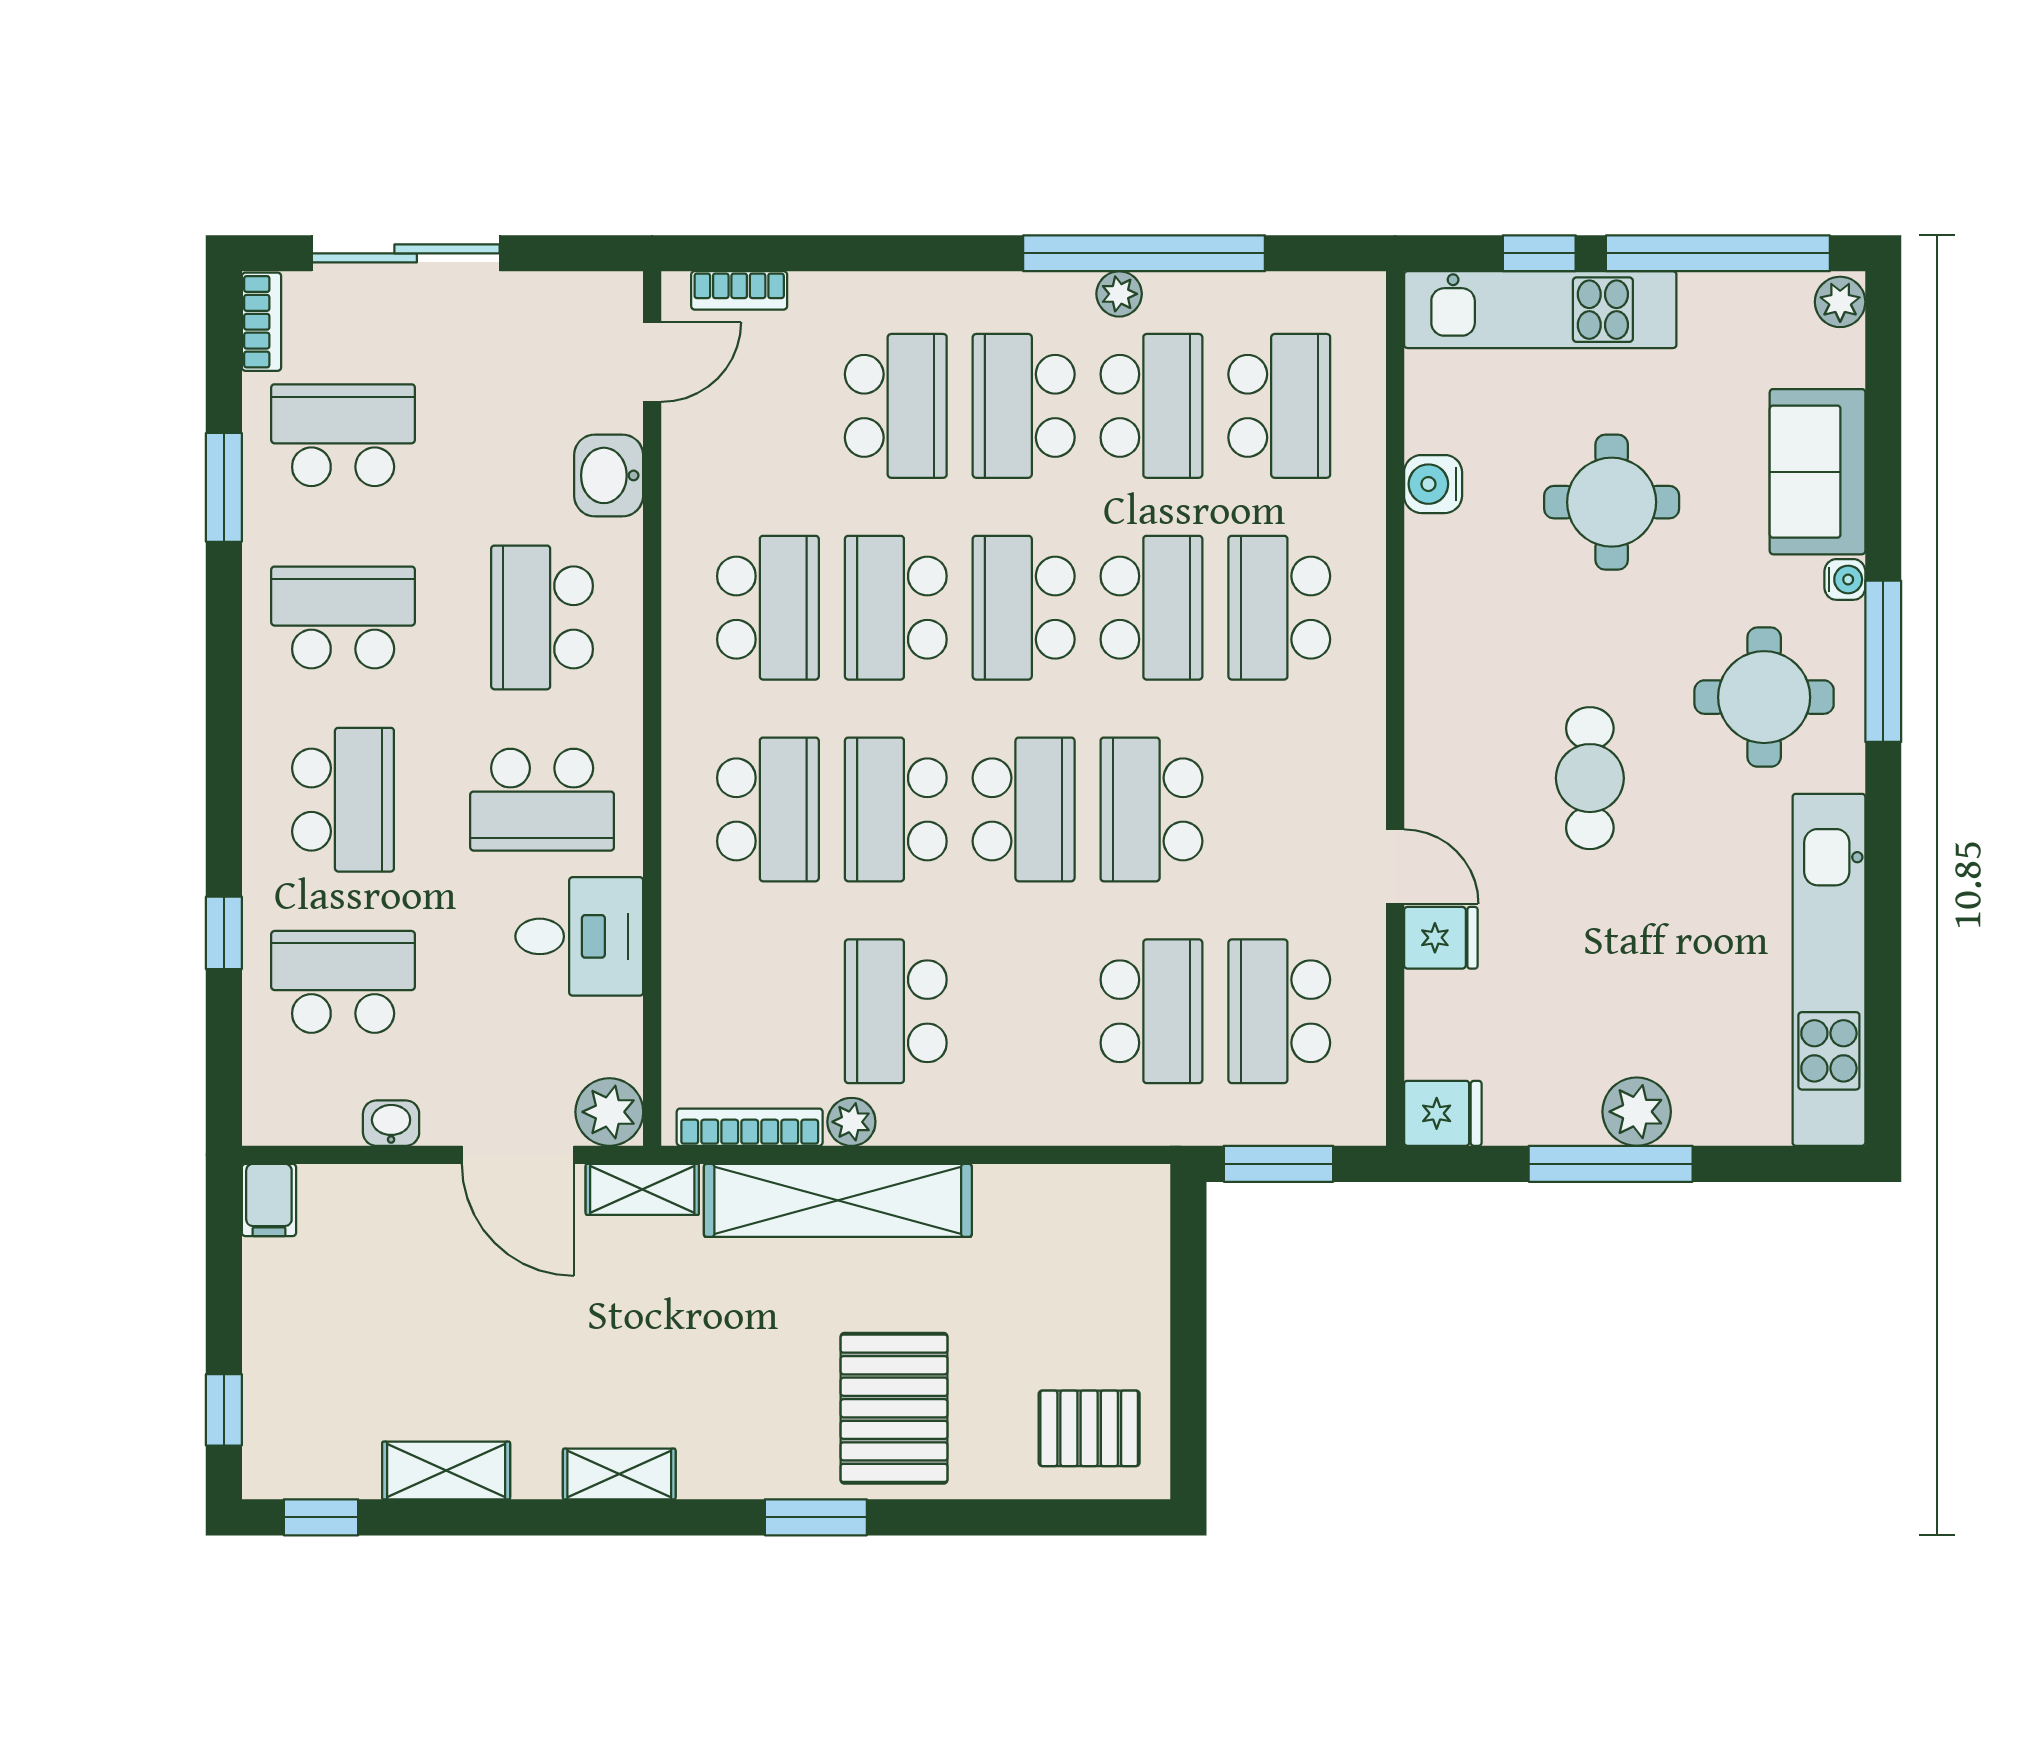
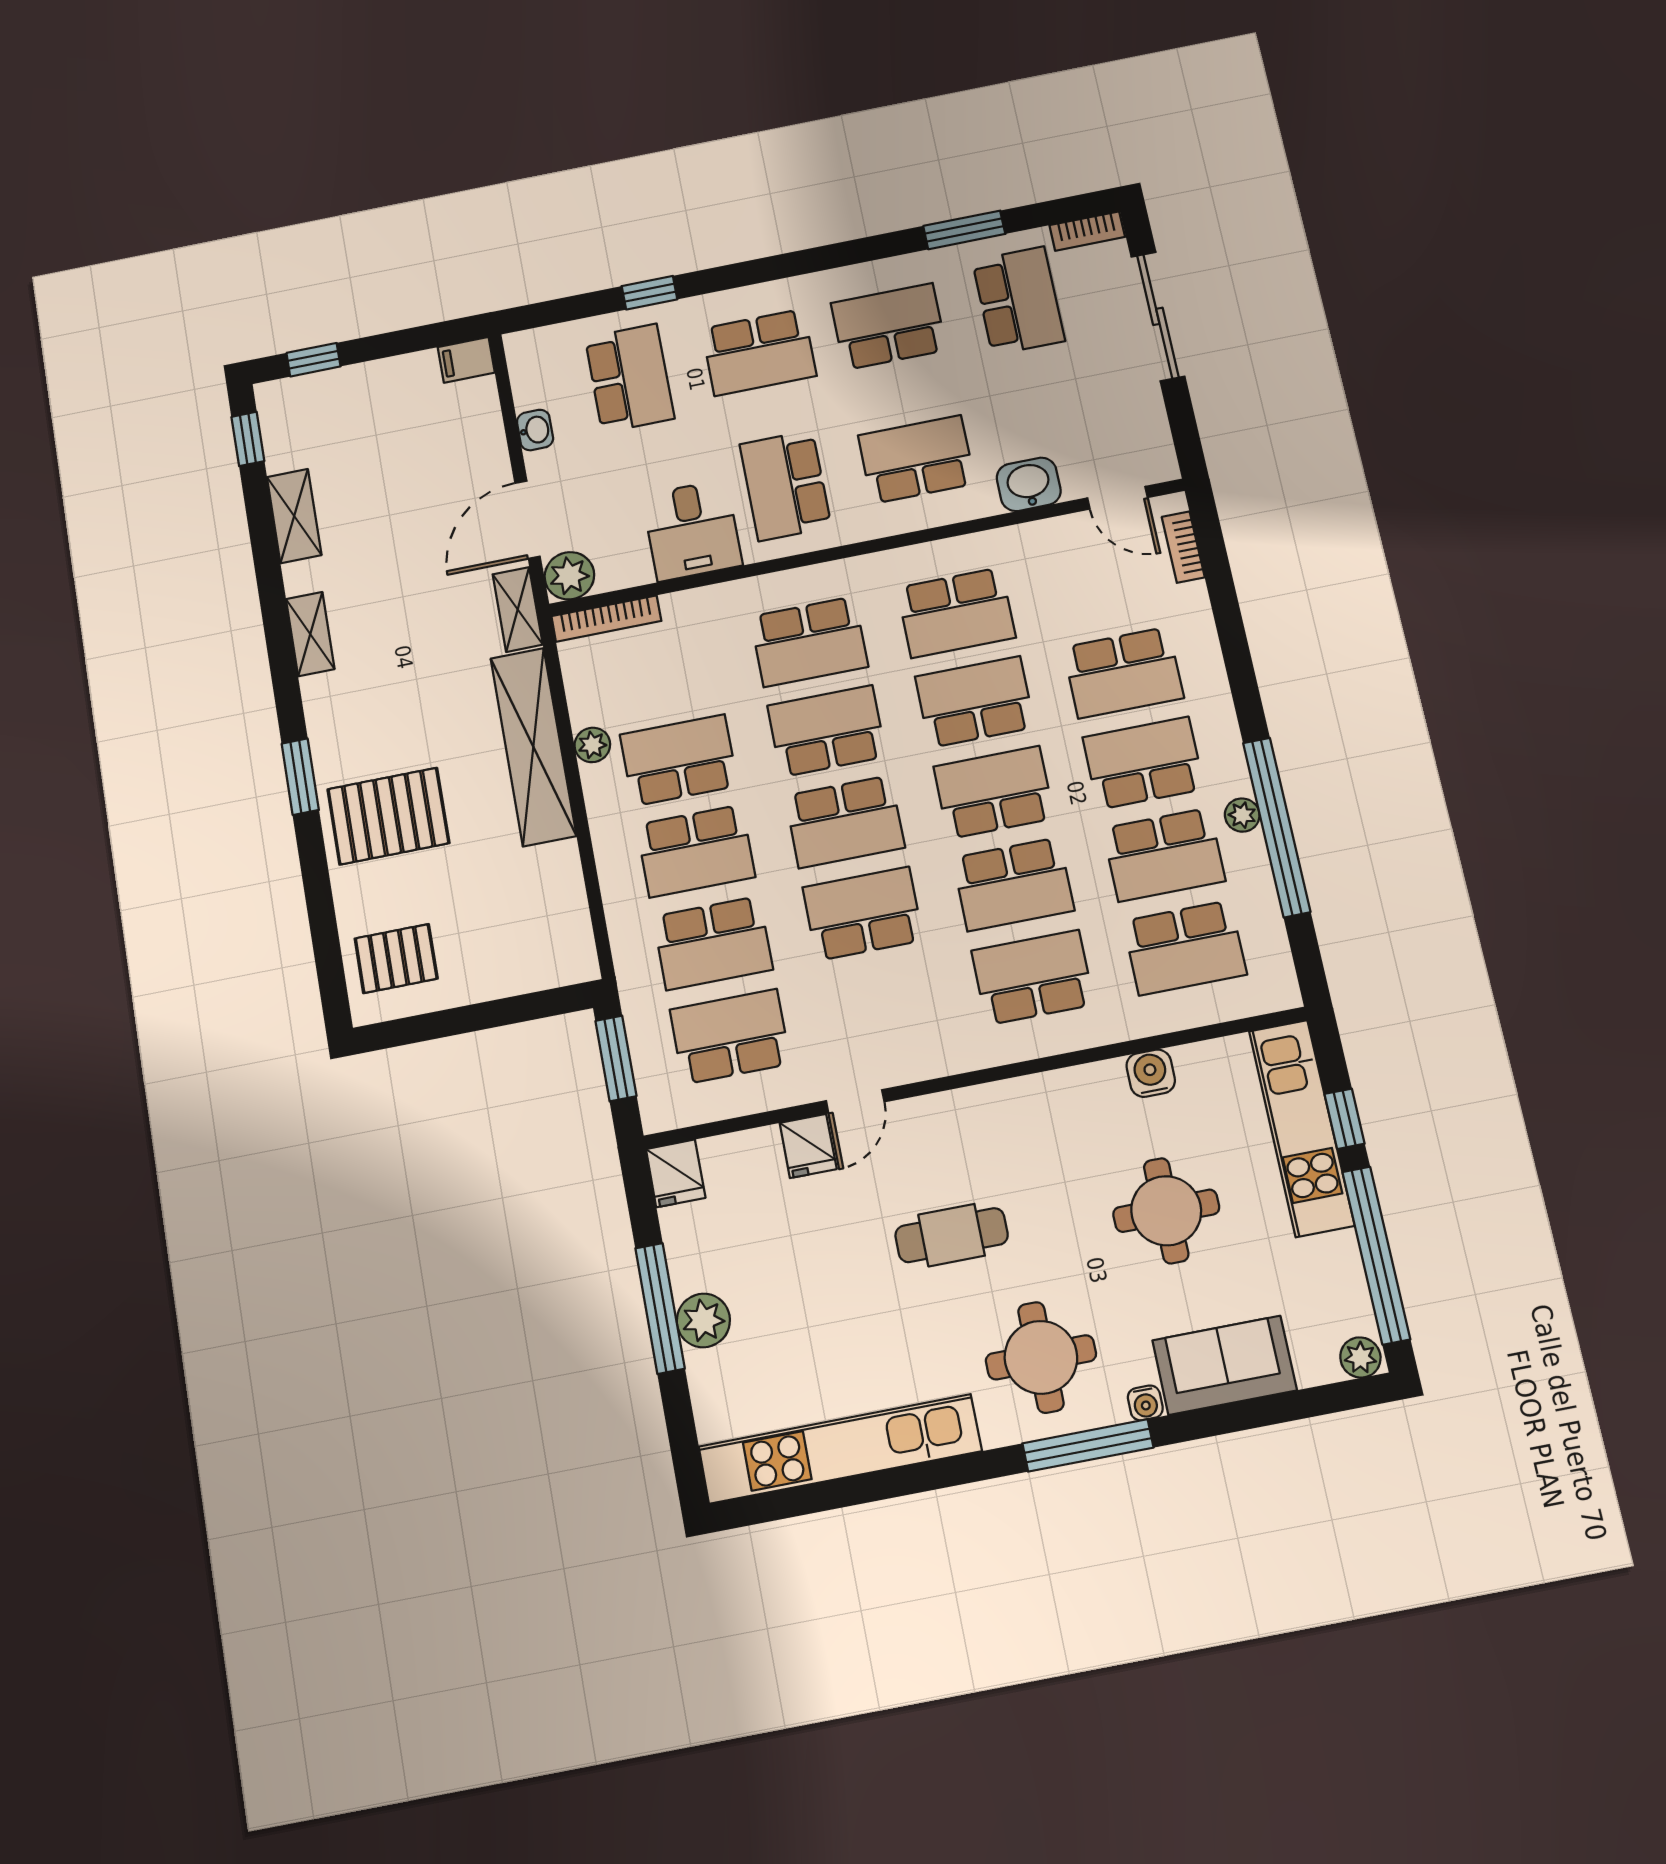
school desk: (343, 617) -> (889, 327), turned -90
school desk: (1024, 1011) -> (696, 851), added
bookcase: (750, 1127) -> (606, 619), moved, turned 90
pallet: (1089, 1428) -> (396, 959), turned 90

